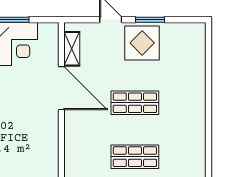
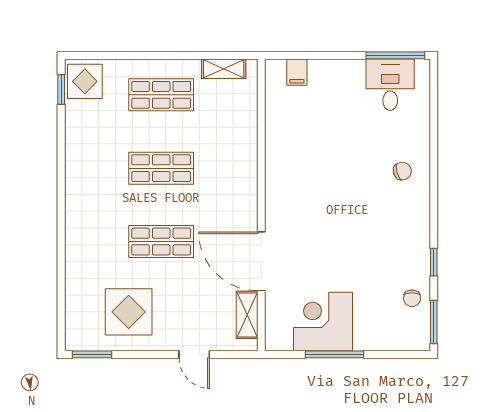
window: (150, 20) -> (92, 354), moved
display table: (142, 43) -> (129, 312), moved

